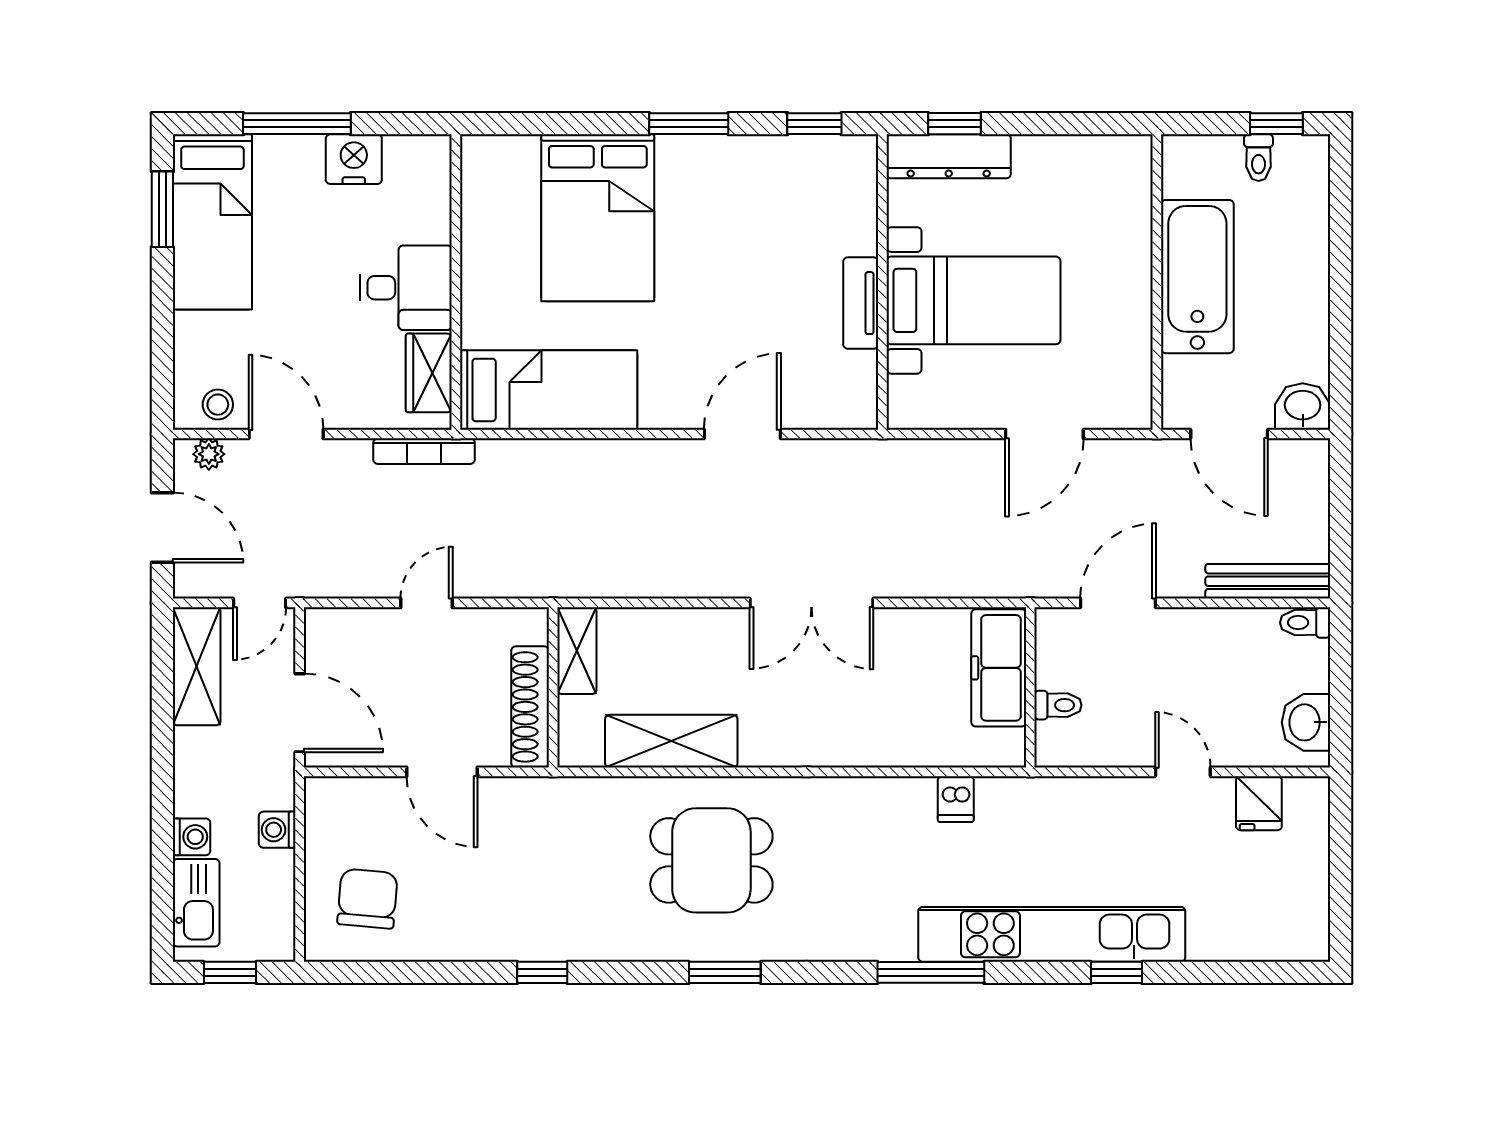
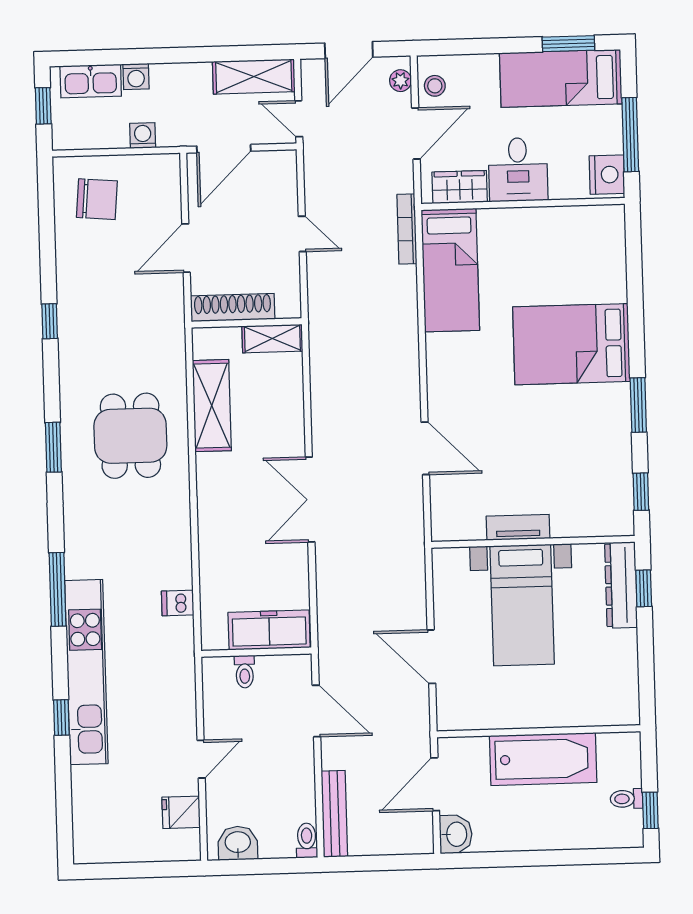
wall: (456, 282) -> (523, 204), moved
desk: (406, 288) -> (518, 170), moved
wardrobe: (429, 373) -> (460, 187), moved
bed: (549, 390) -> (450, 270), moved

